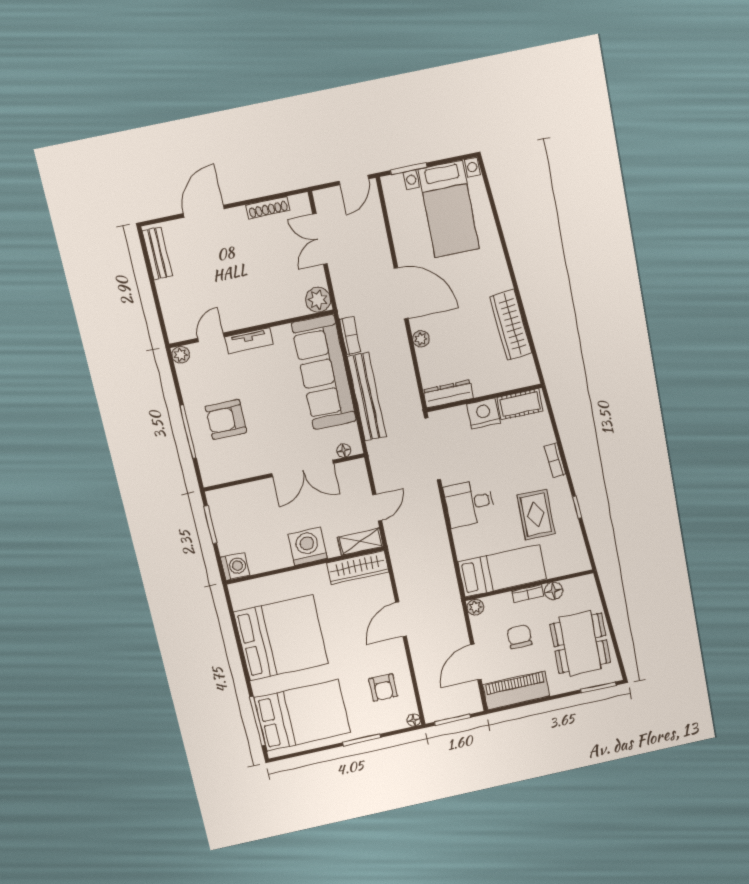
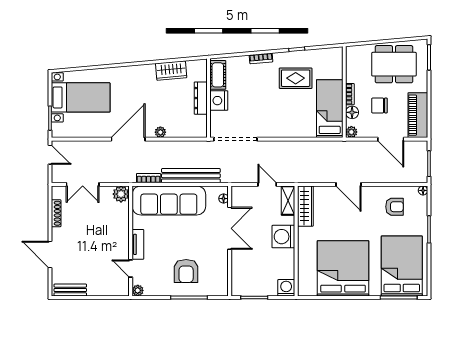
wardrobe: (511, 325) -> (171, 71), width x0.67
dresser: (448, 394) -> (201, 98), moved
desk: (469, 503) -> (278, 122), removed
floor lamp: (554, 591) -> (352, 112), moved

